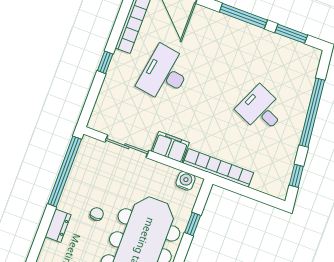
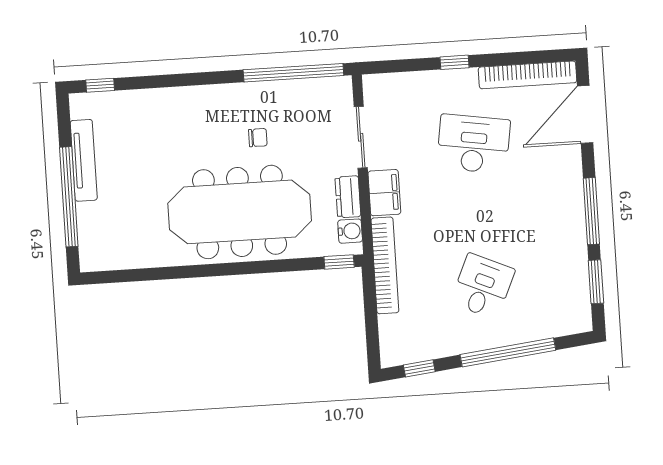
window: (193, 224) -> (339, 262), moved
dresser: (58, 226) -> (348, 197), moved, turned 90

